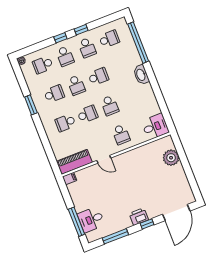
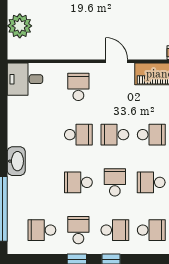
school desk: (65, 56) -> (115, 230), turned 90
school desk: (110, 106) -> (78, 135), turned 90

